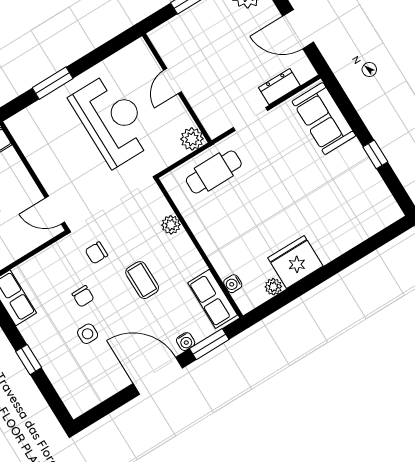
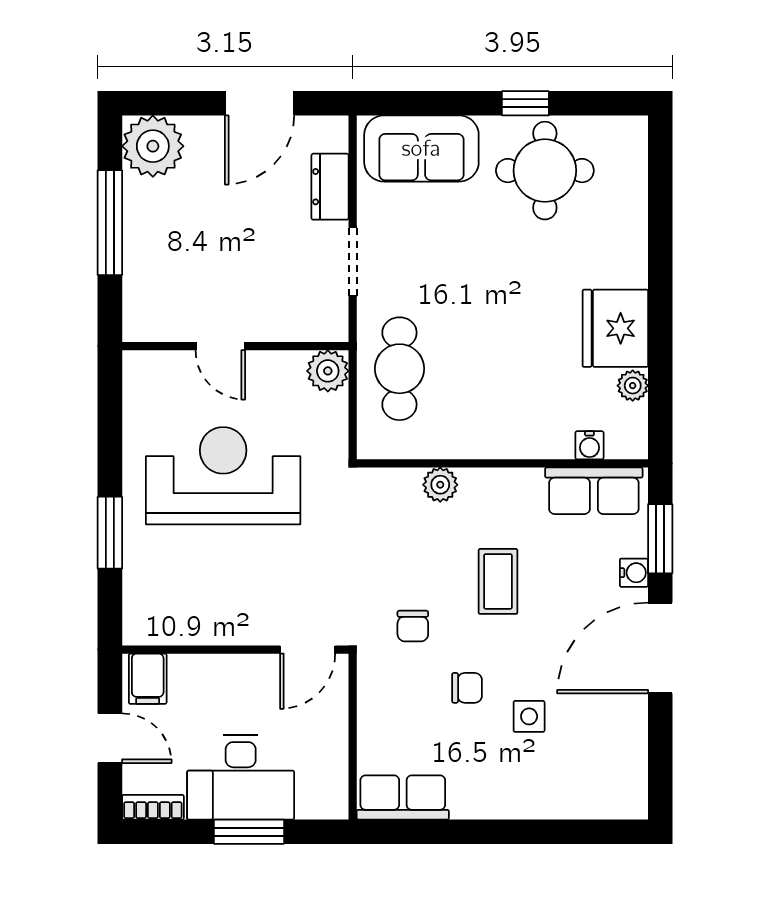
round table: (349, 183) -> (545, 171), added
coffee table: (142, 280) -> (498, 581), turned 90
window: (29, 360) -> (513, 832), removed

